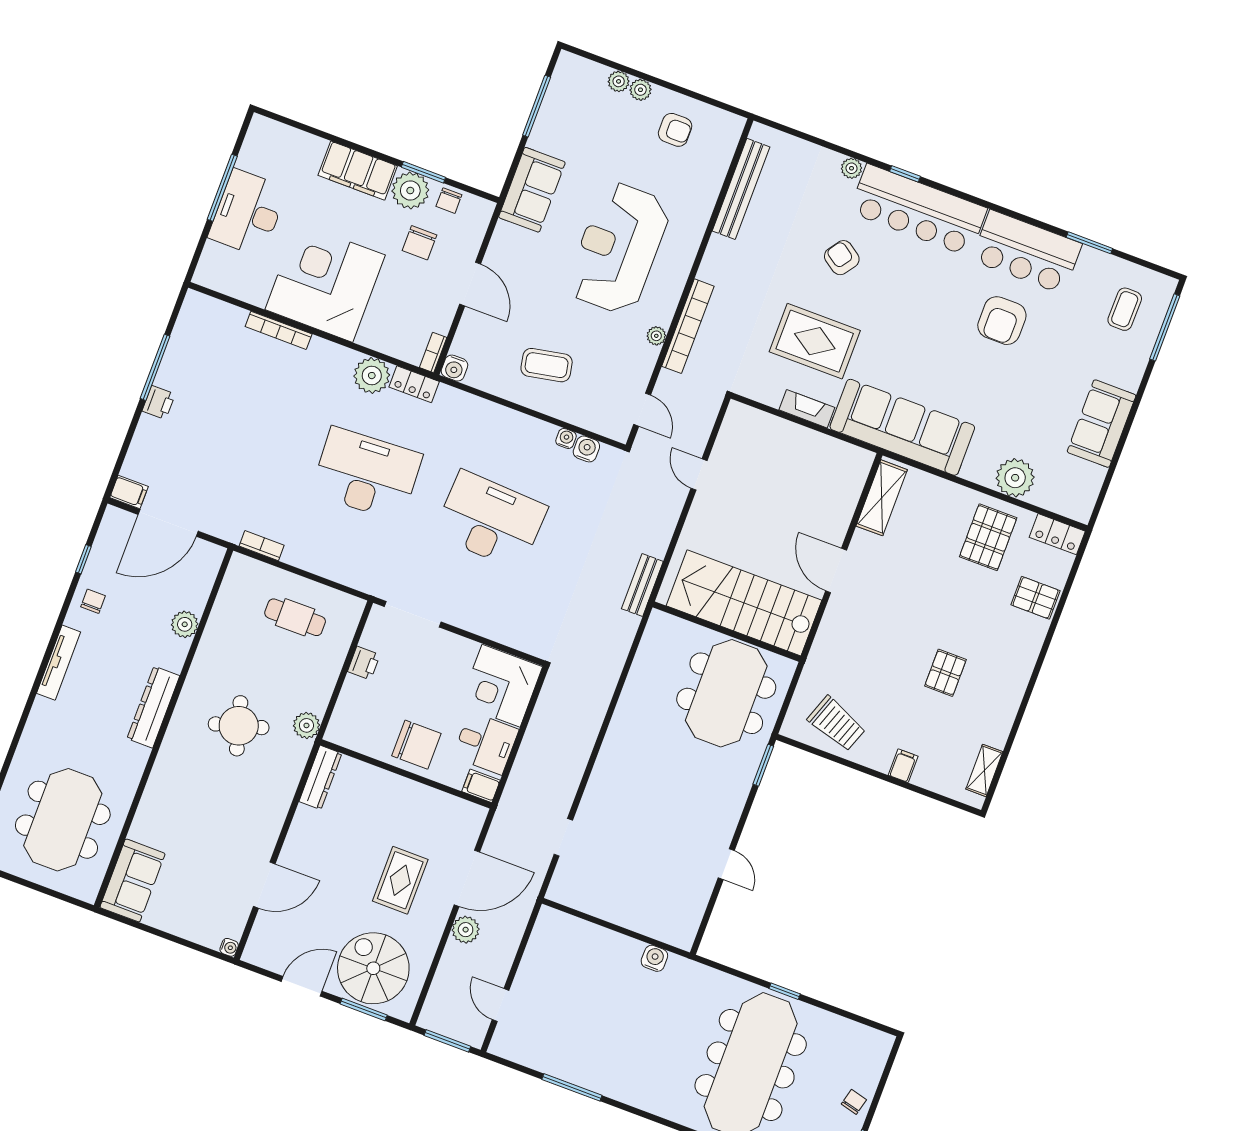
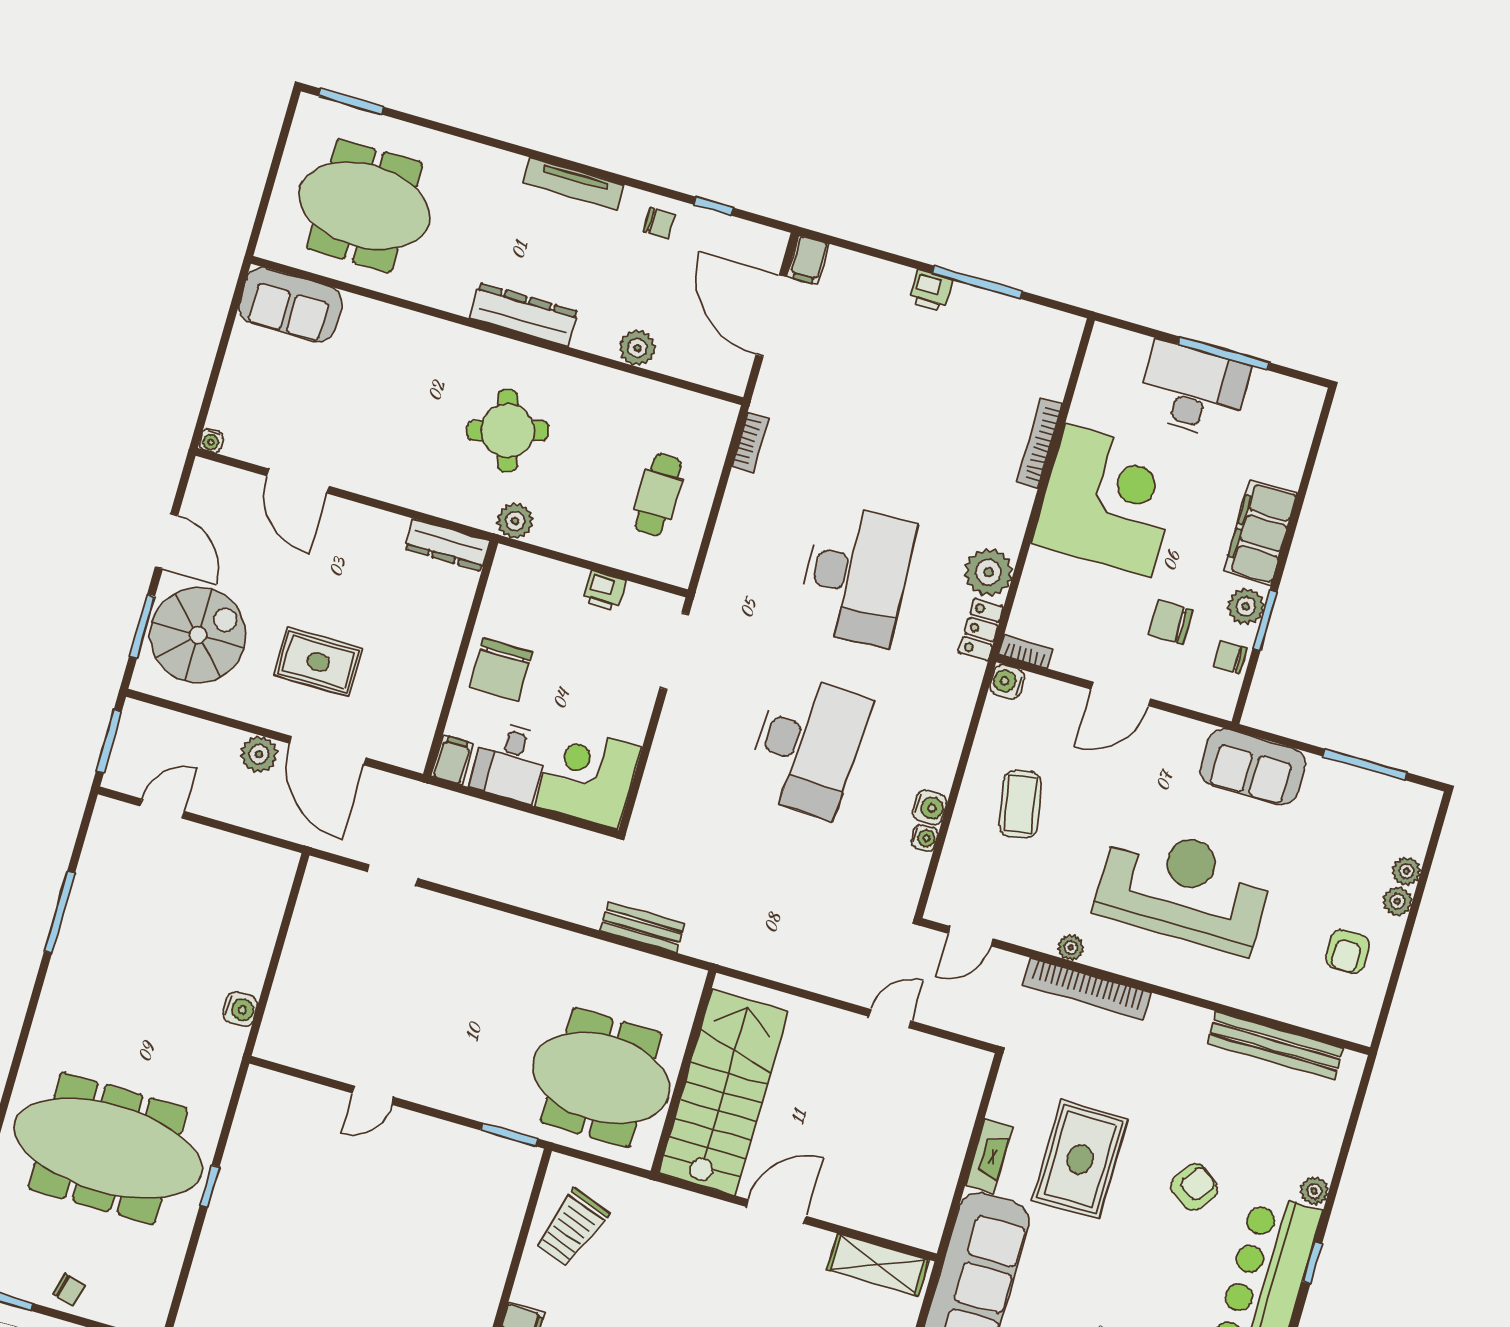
plant: (410, 191) -> (1246, 606), width x0.73, depth x0.73
water cooler: (586, 449) -> (930, 807), moved
bench: (642, 585) -> (642, 927), moved

